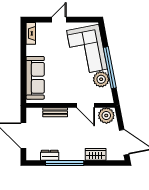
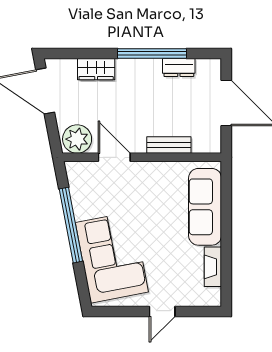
fireplace: (31, 33) -> (213, 267), moved
plant: (101, 79) -> (86, 204), removed

